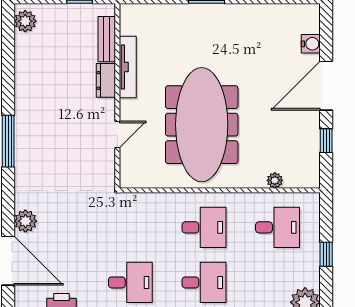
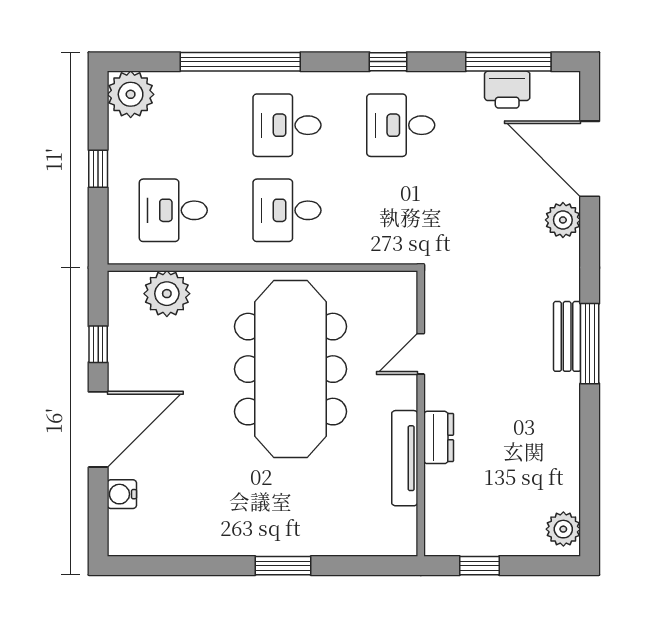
bench: (107, 39) -> (567, 336), moved
plant: (275, 180) -> (167, 294), width x1.88, depth x1.88

